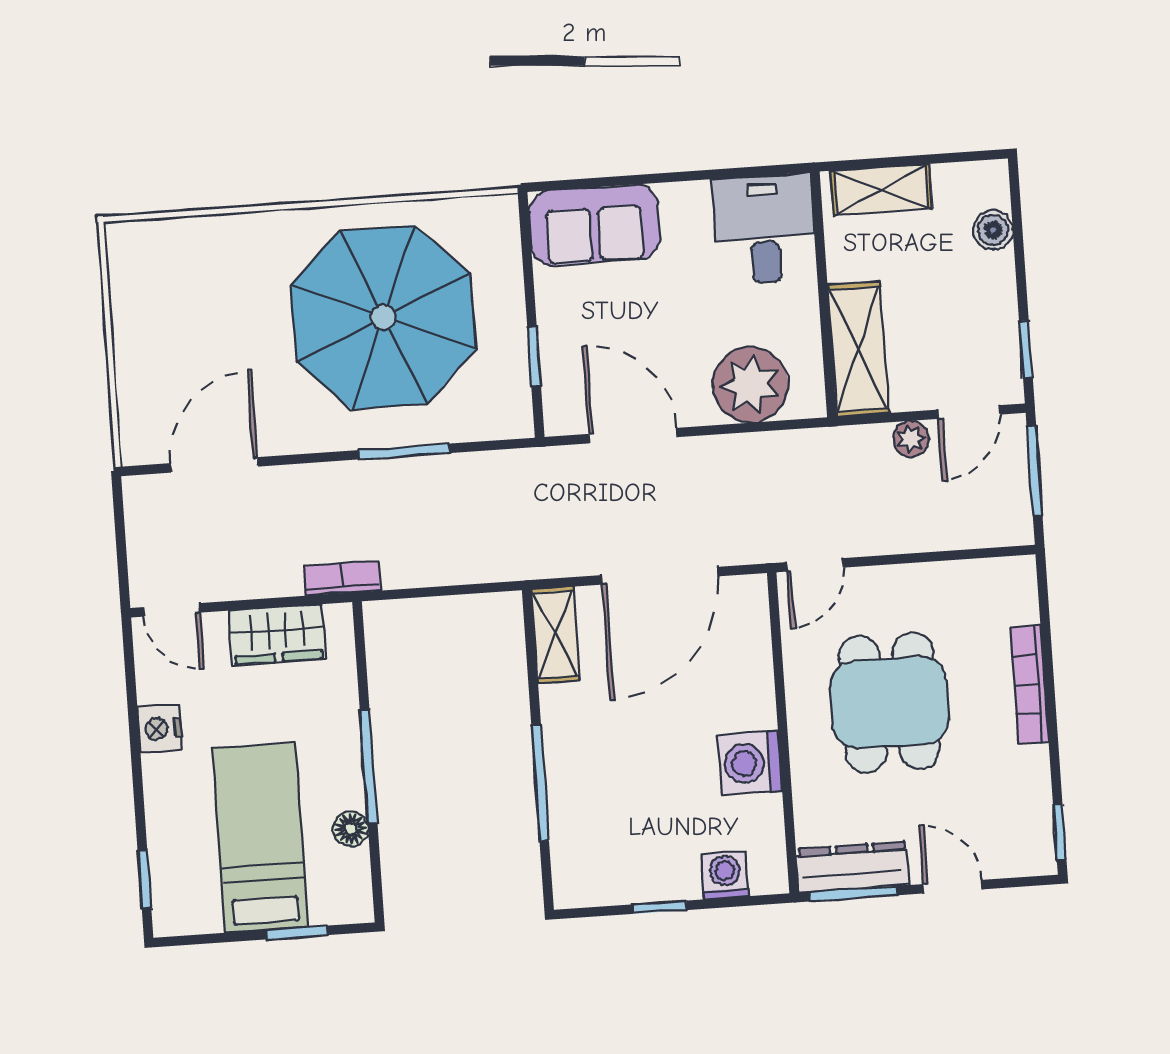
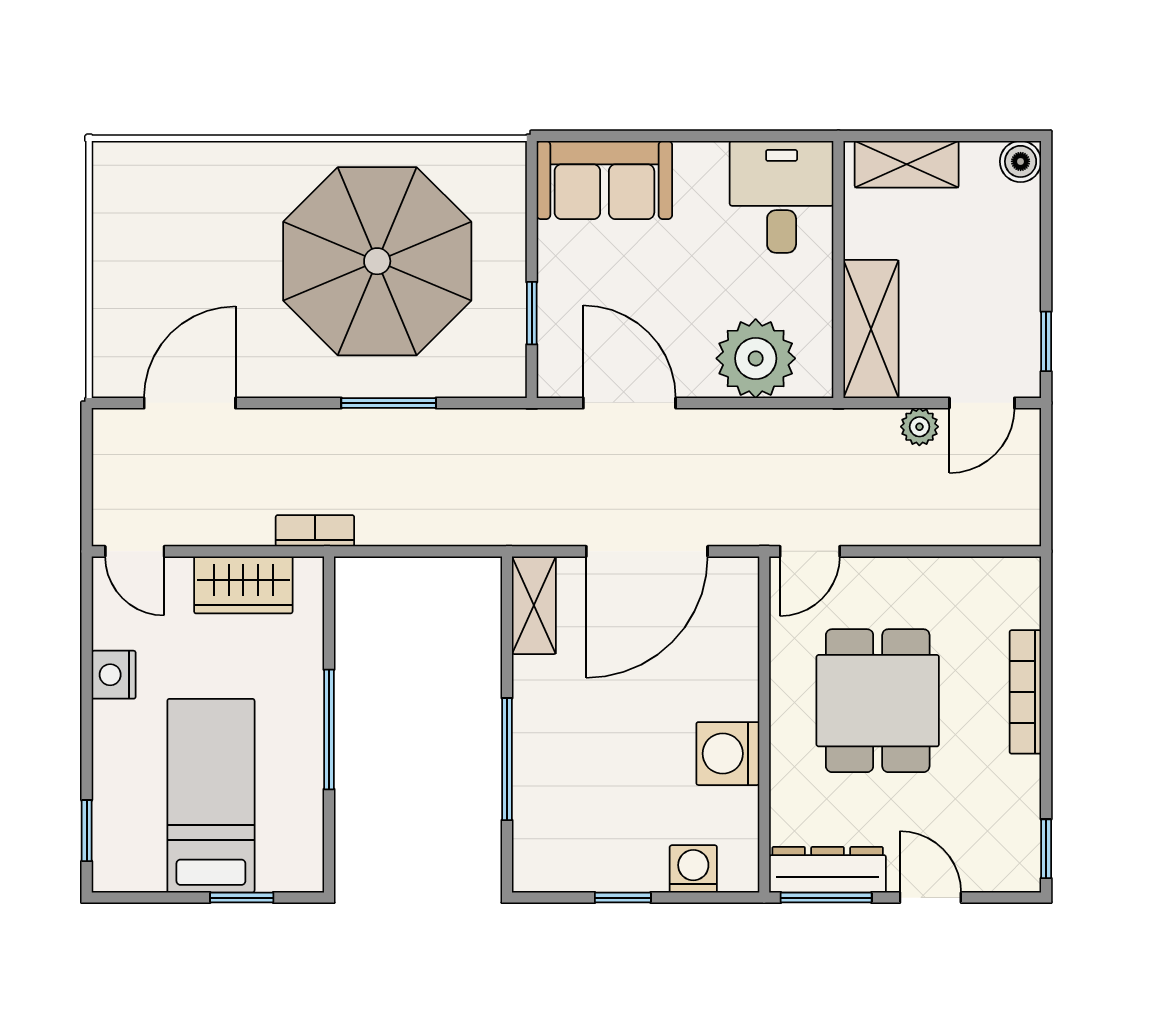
boiler: (993, 230) -> (1021, 161), moved
window: (1034, 471) -> (1046, 469), removed
floor lamp: (351, 829) -> (306, 793), removed

